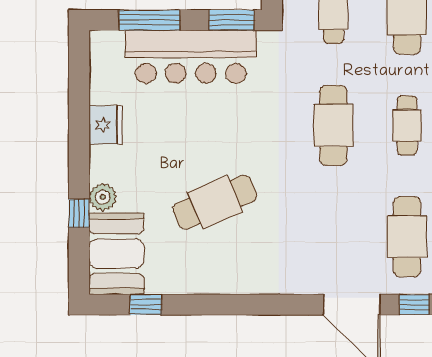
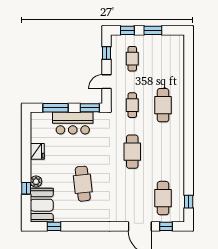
bar counter: (191, 57) -> (73, 123), width x0.73
cafe table: (407, 125) -> (163, 152), removed
cafe table: (215, 202) -> (83, 184), turned -73

